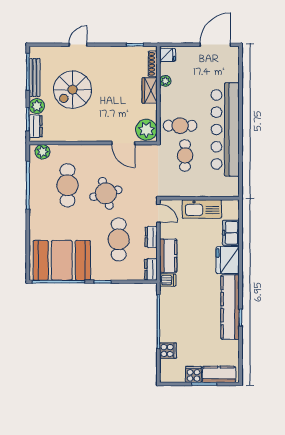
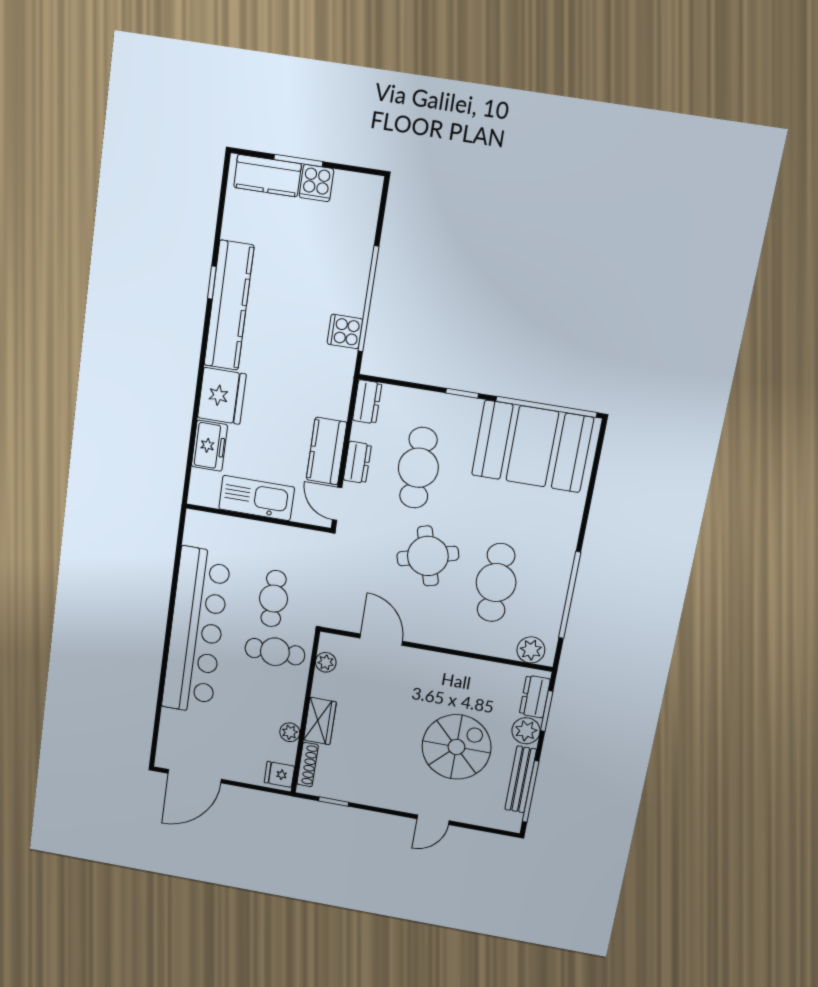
plant: (146, 130) -> (326, 662), width x0.53, depth x0.53
kitchen counter: (168, 256) -> (327, 451), moved
dishwasher: (168, 280) -> (339, 376), removed
cooker: (168, 351) -> (345, 331), moved

